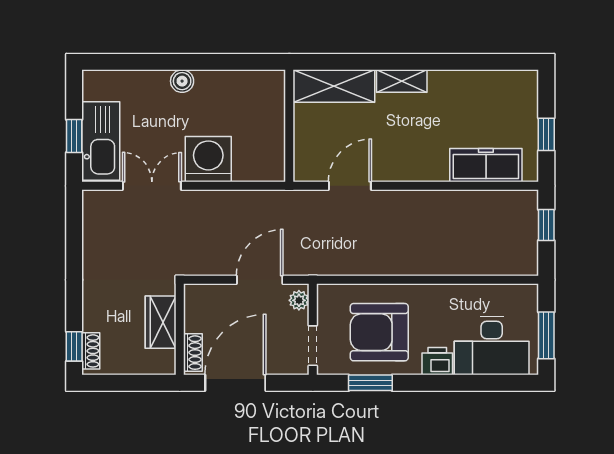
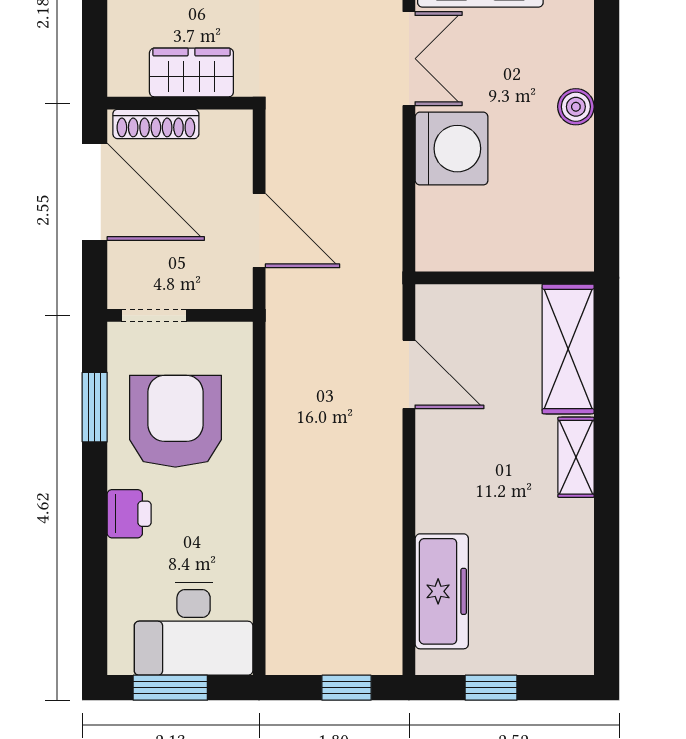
plant: (299, 300) -> (226, 293), removed
desk: (492, 346) -> (194, 629), moved, turned -90
shoe rack: (193, 353) -> (156, 124), width x1.43

